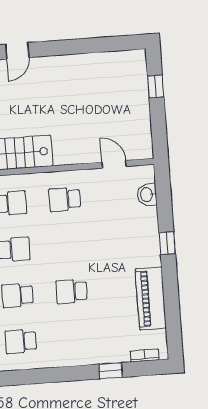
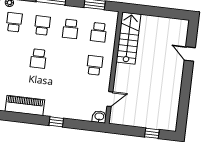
washbasin: (147, 195) -> (99, 117), moved
school desk: (72, 291) -> (38, 59), turned 180

